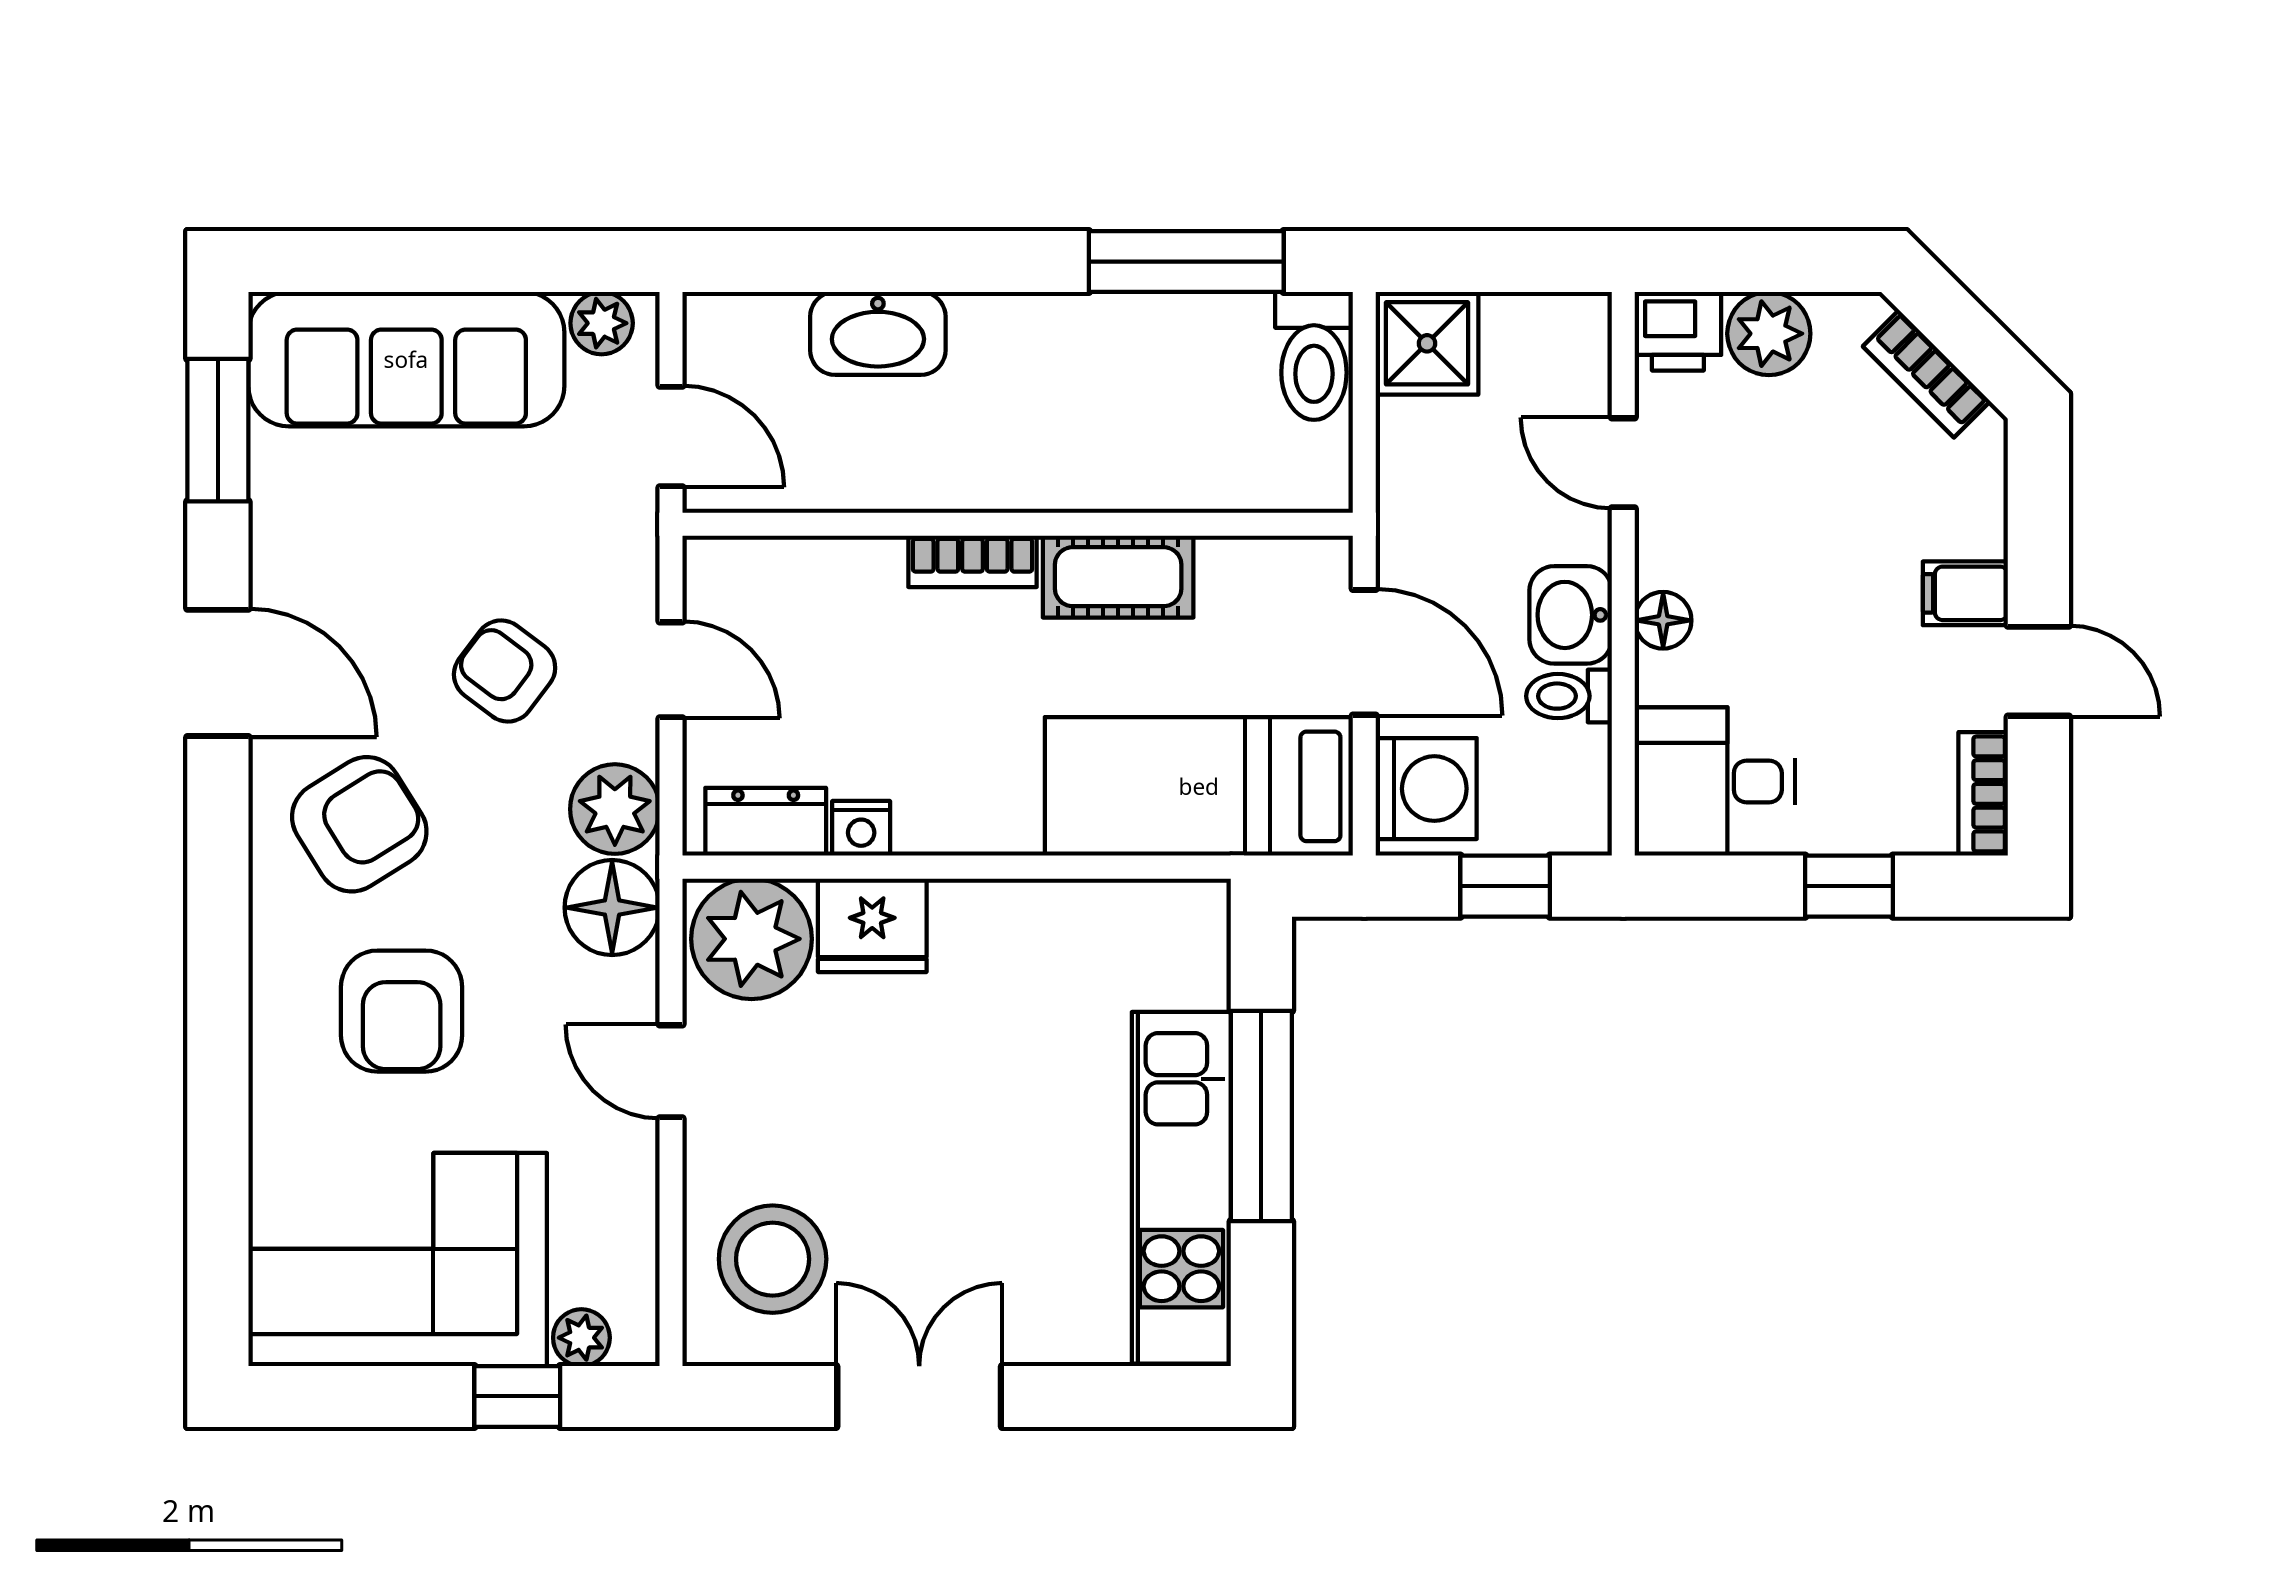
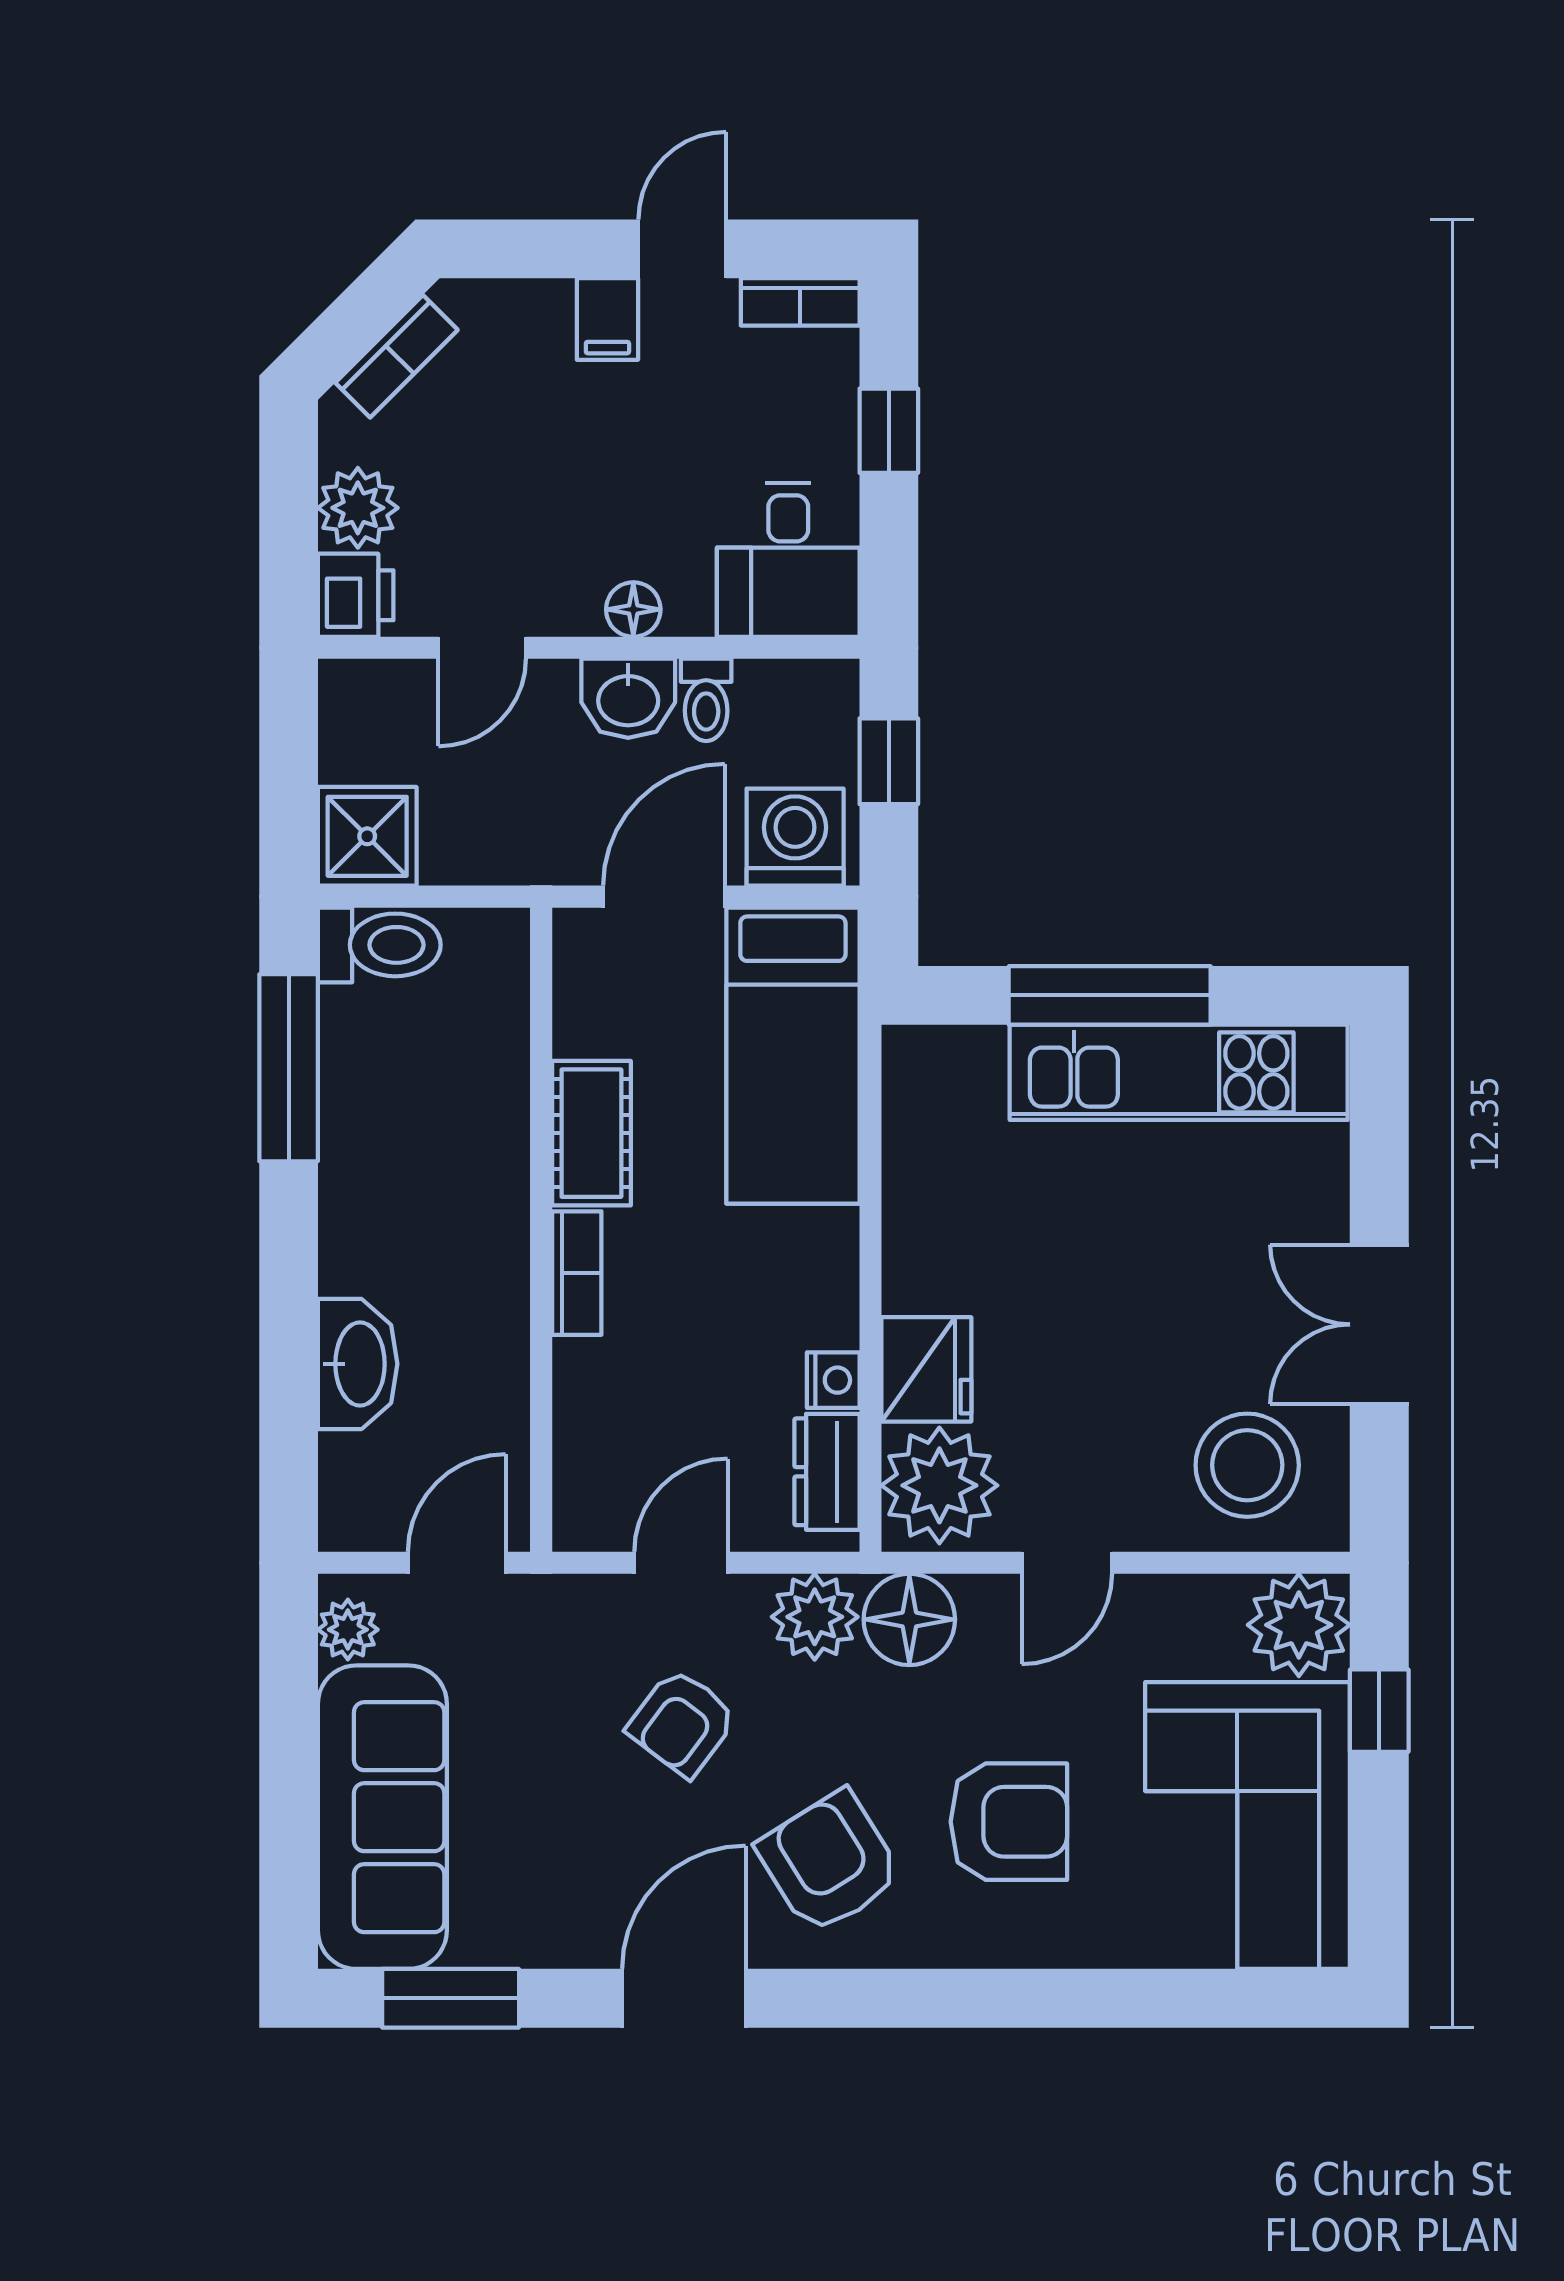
plant: (581, 1338) -> (1299, 1625), width x1.88, depth x1.88

